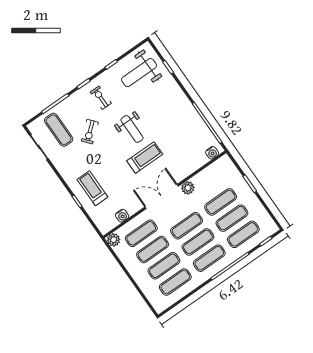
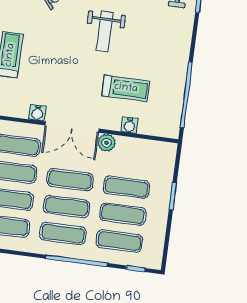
water cooler: (212, 153) -> (130, 125), moved
treadmill: (145, 158) -> (126, 88), moved
double door: (162, 197) -> (72, 127), swing flipped
water cooler: (122, 216) -> (37, 113), moved

